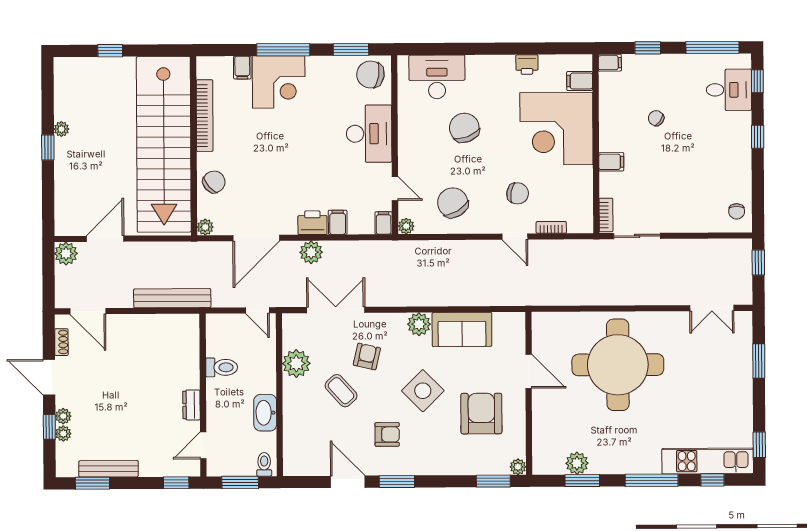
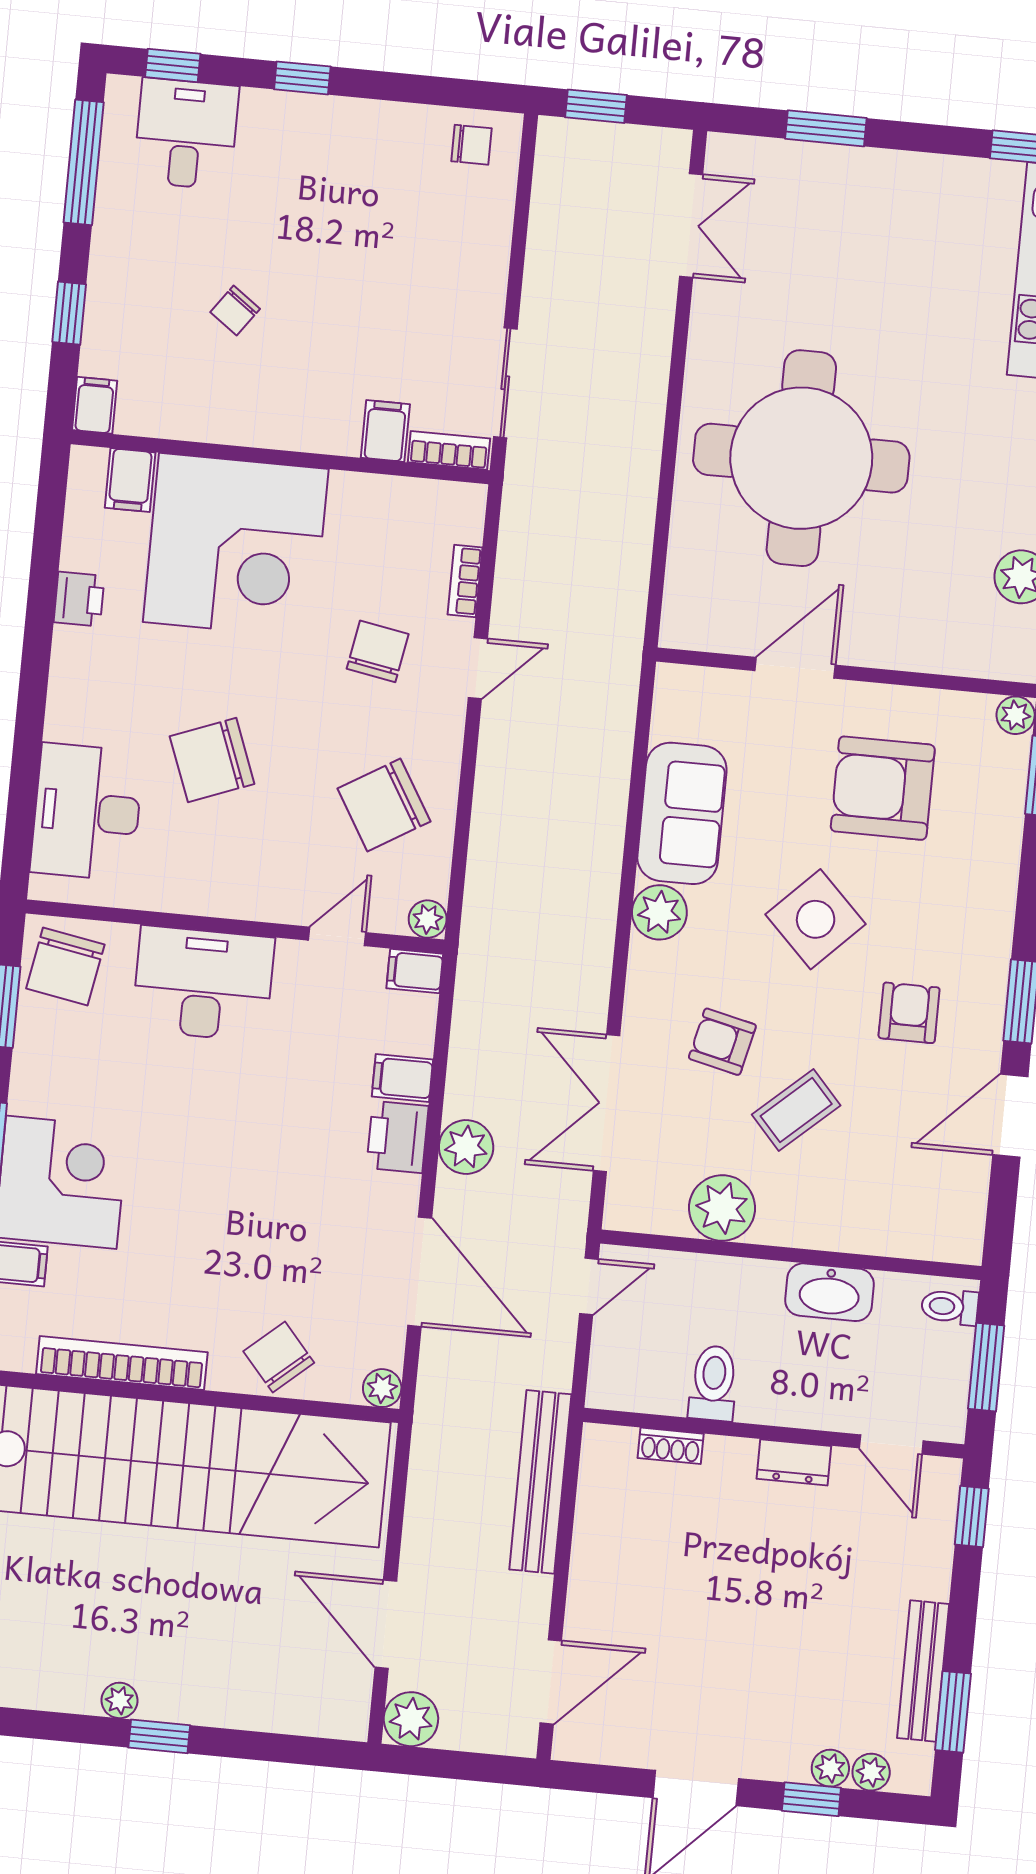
filing cabinet: (611, 162) -> (385, 431), moved
shoe rack: (61, 342) -> (671, 1446), moved, turned 180
plant: (63, 416) -> (871, 1772), moved

